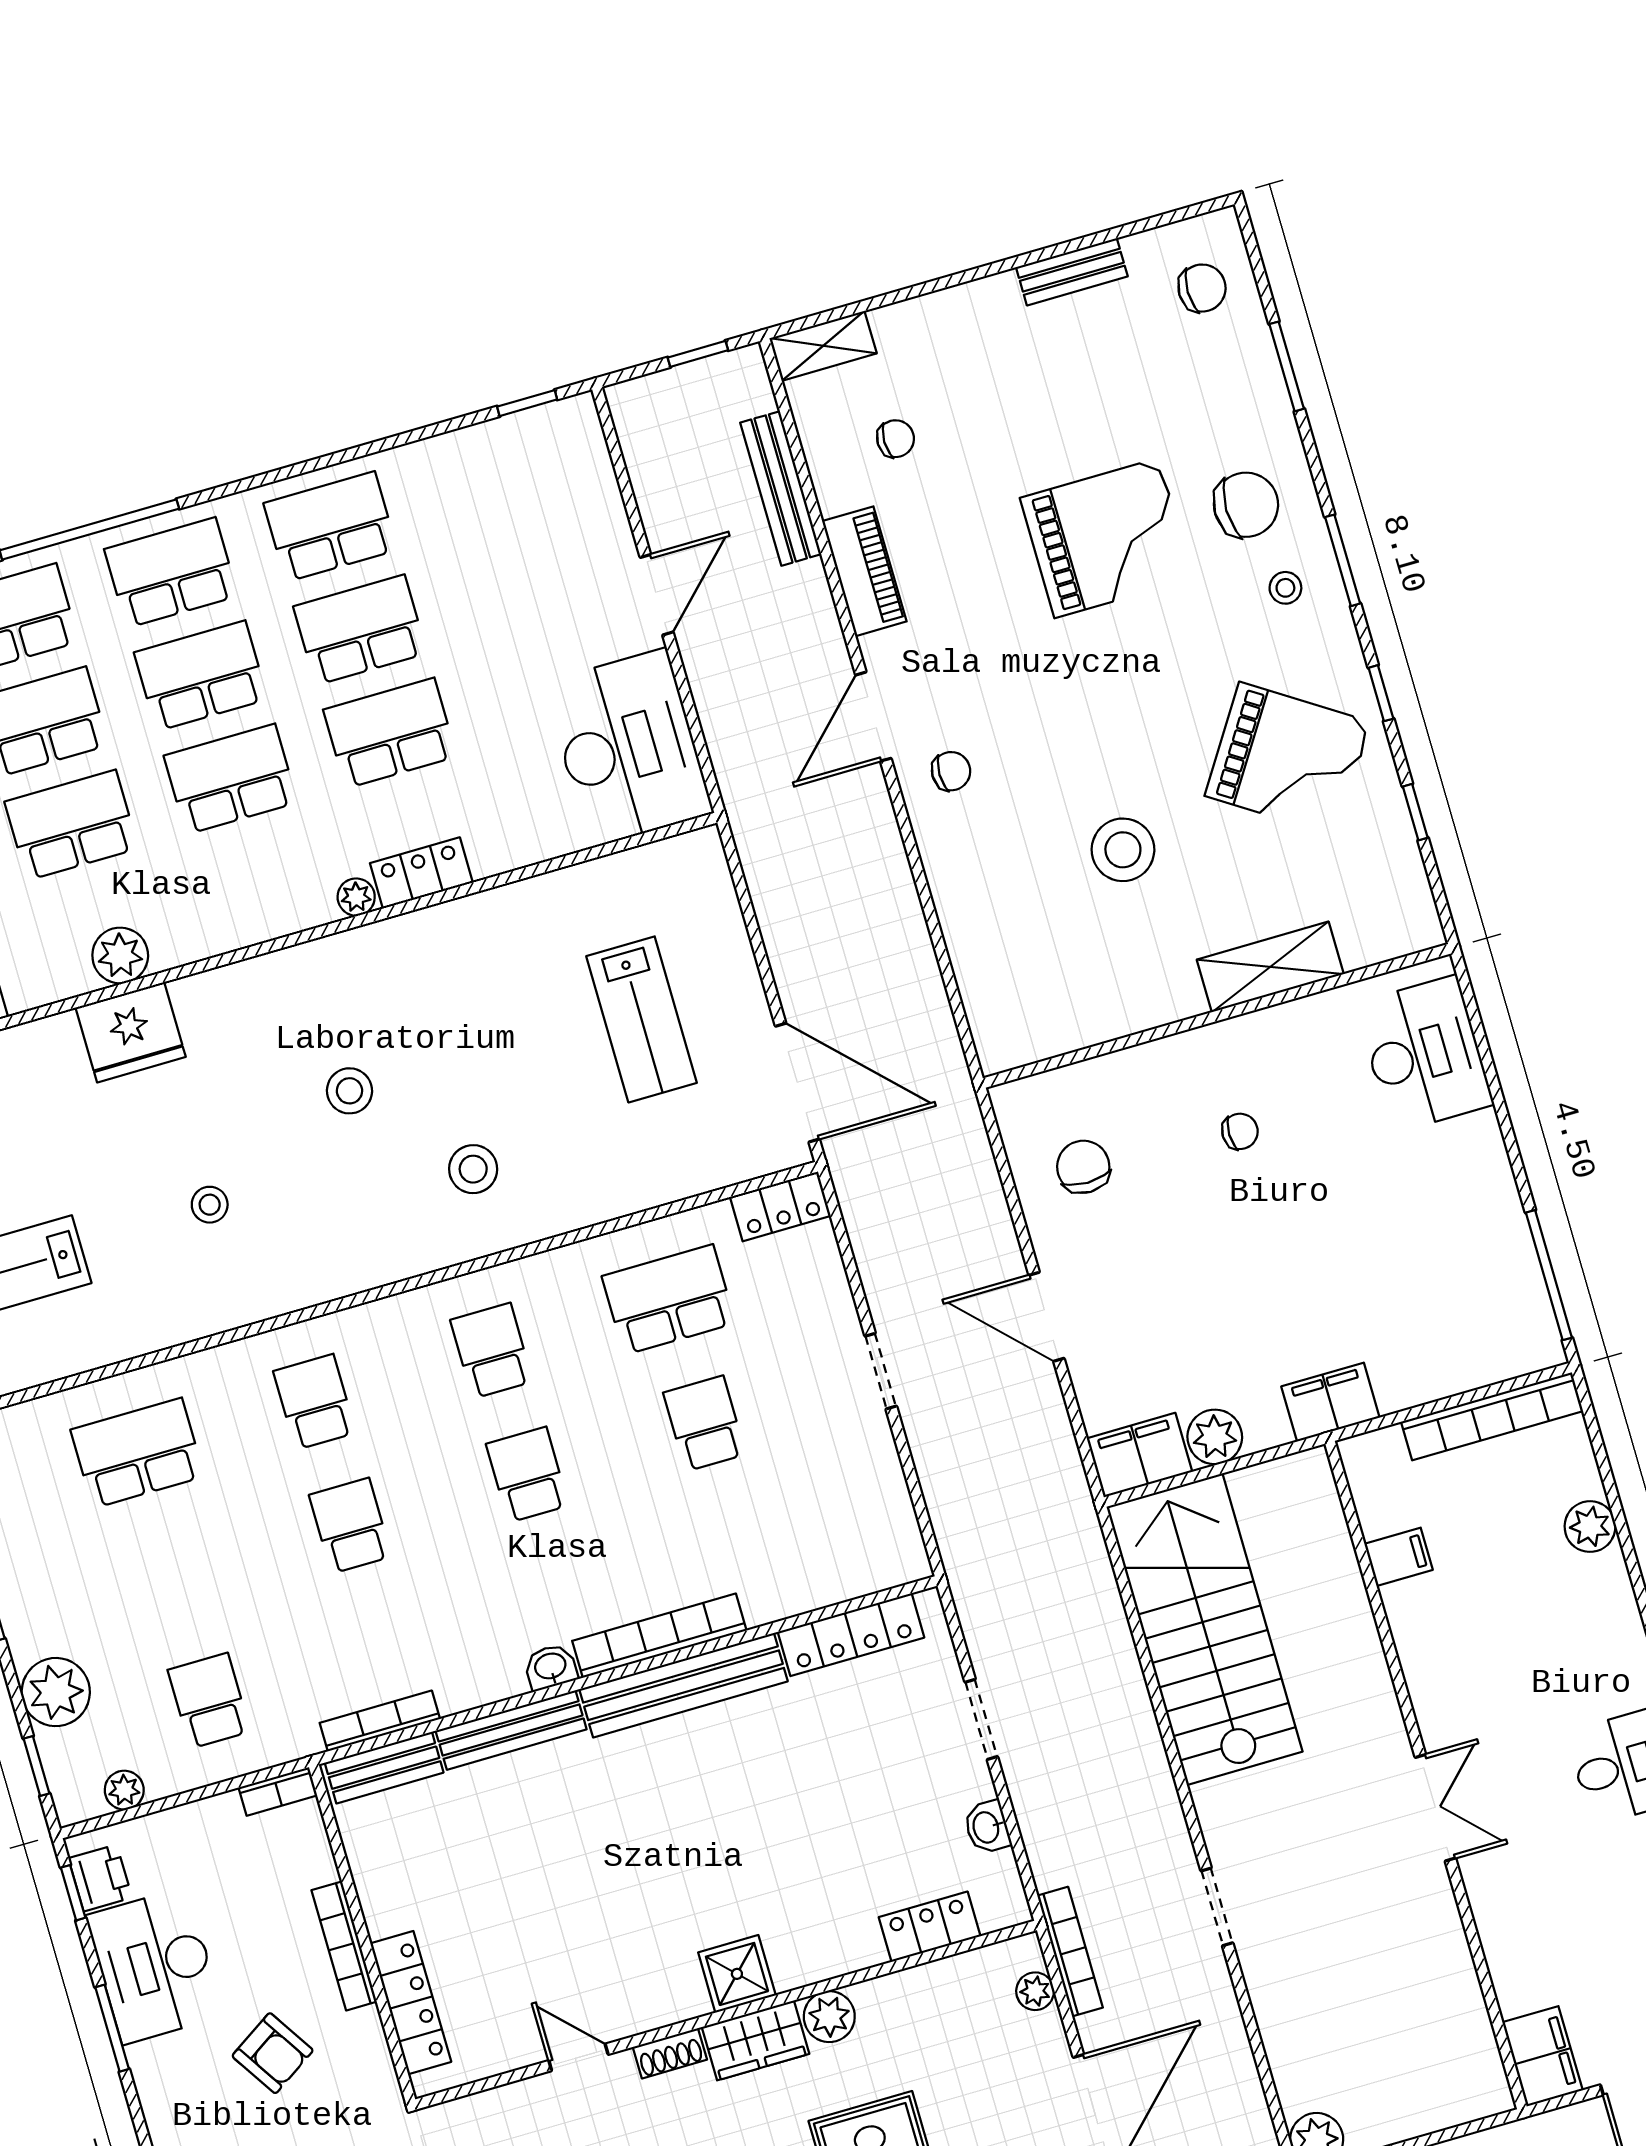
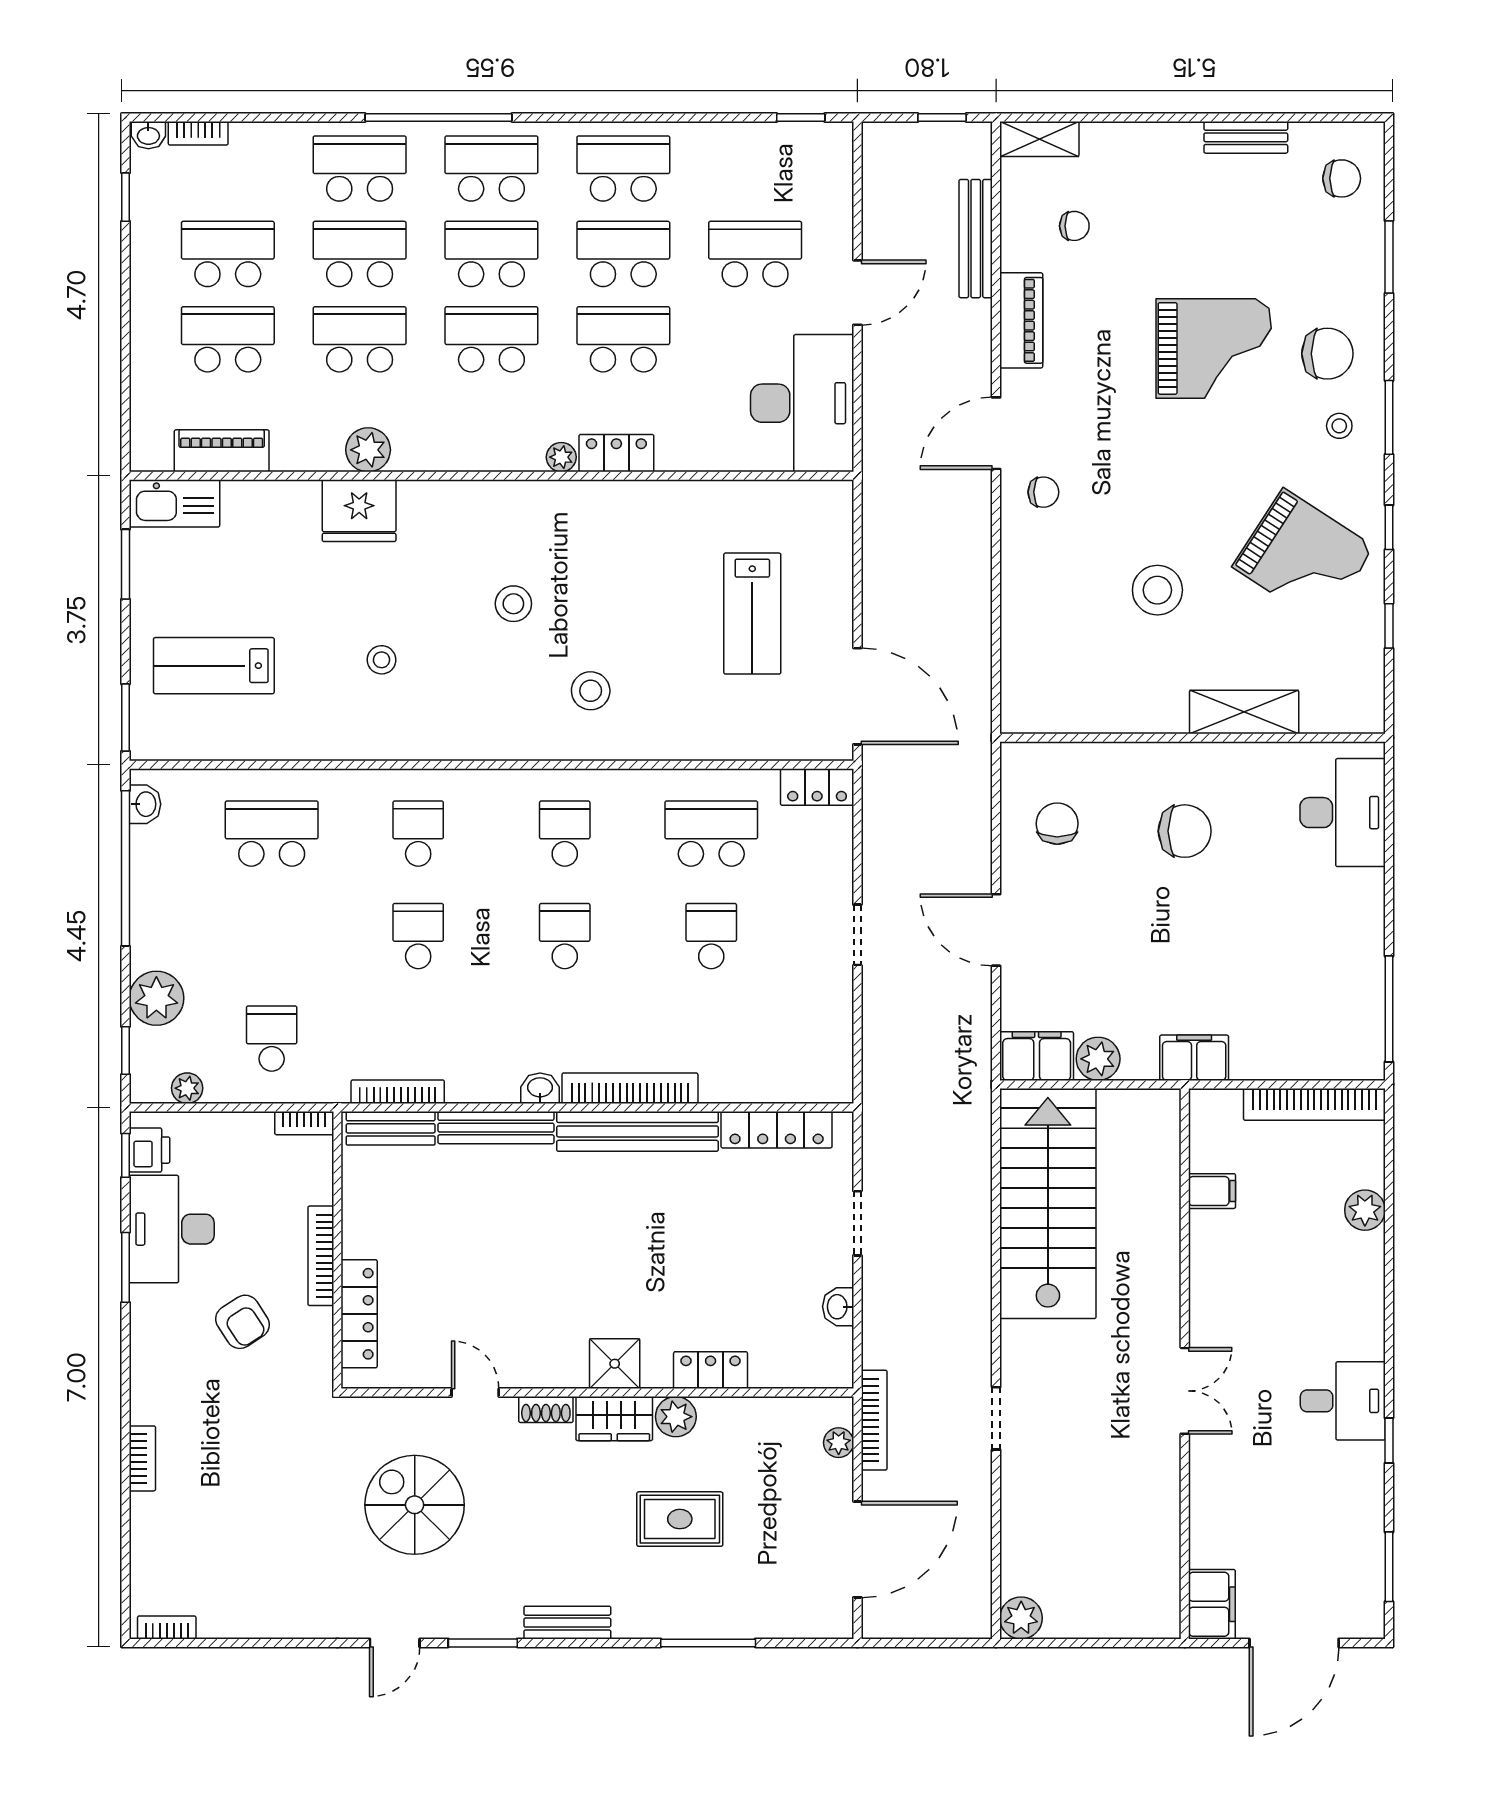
school desk: (520, 584) -> (755, 254), added
chair: (1240, 1131) -> (1185, 831), width x1.87, depth x1.87
locker: (930, 1927) -> (711, 1370), moved

